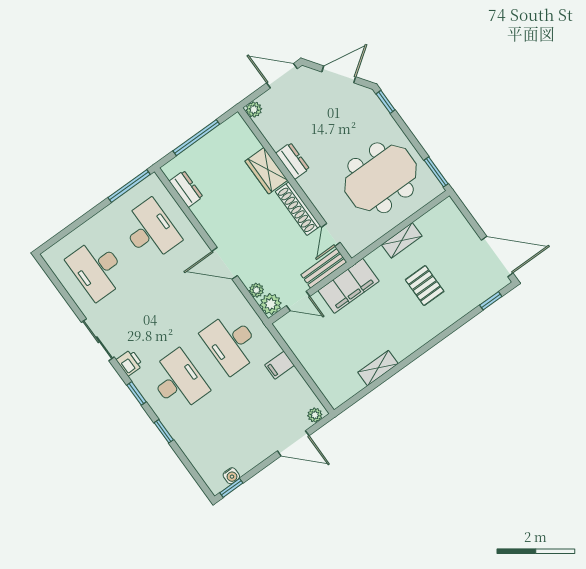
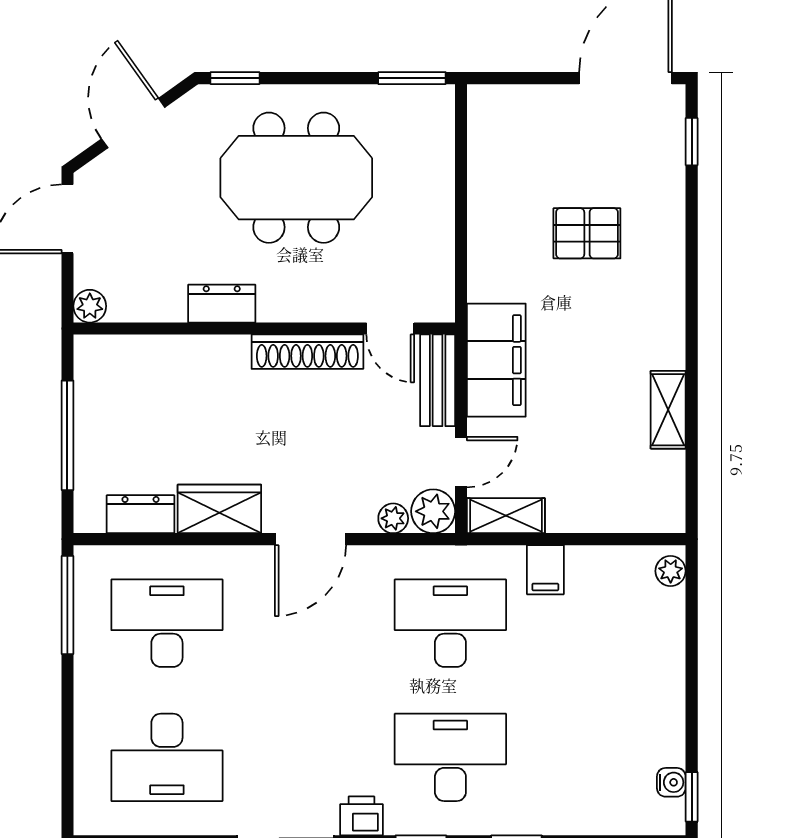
wardrobe: (266, 171) -> (219, 509), moved, turned 180
meeting table: (381, 178) -> (296, 178), moved, turned 90
shelving: (402, 240) -> (506, 516), moved, turned 90
desk: (231, 343) -> (450, 623), turned 180
door: (293, 443) -> (692, 641), removed

